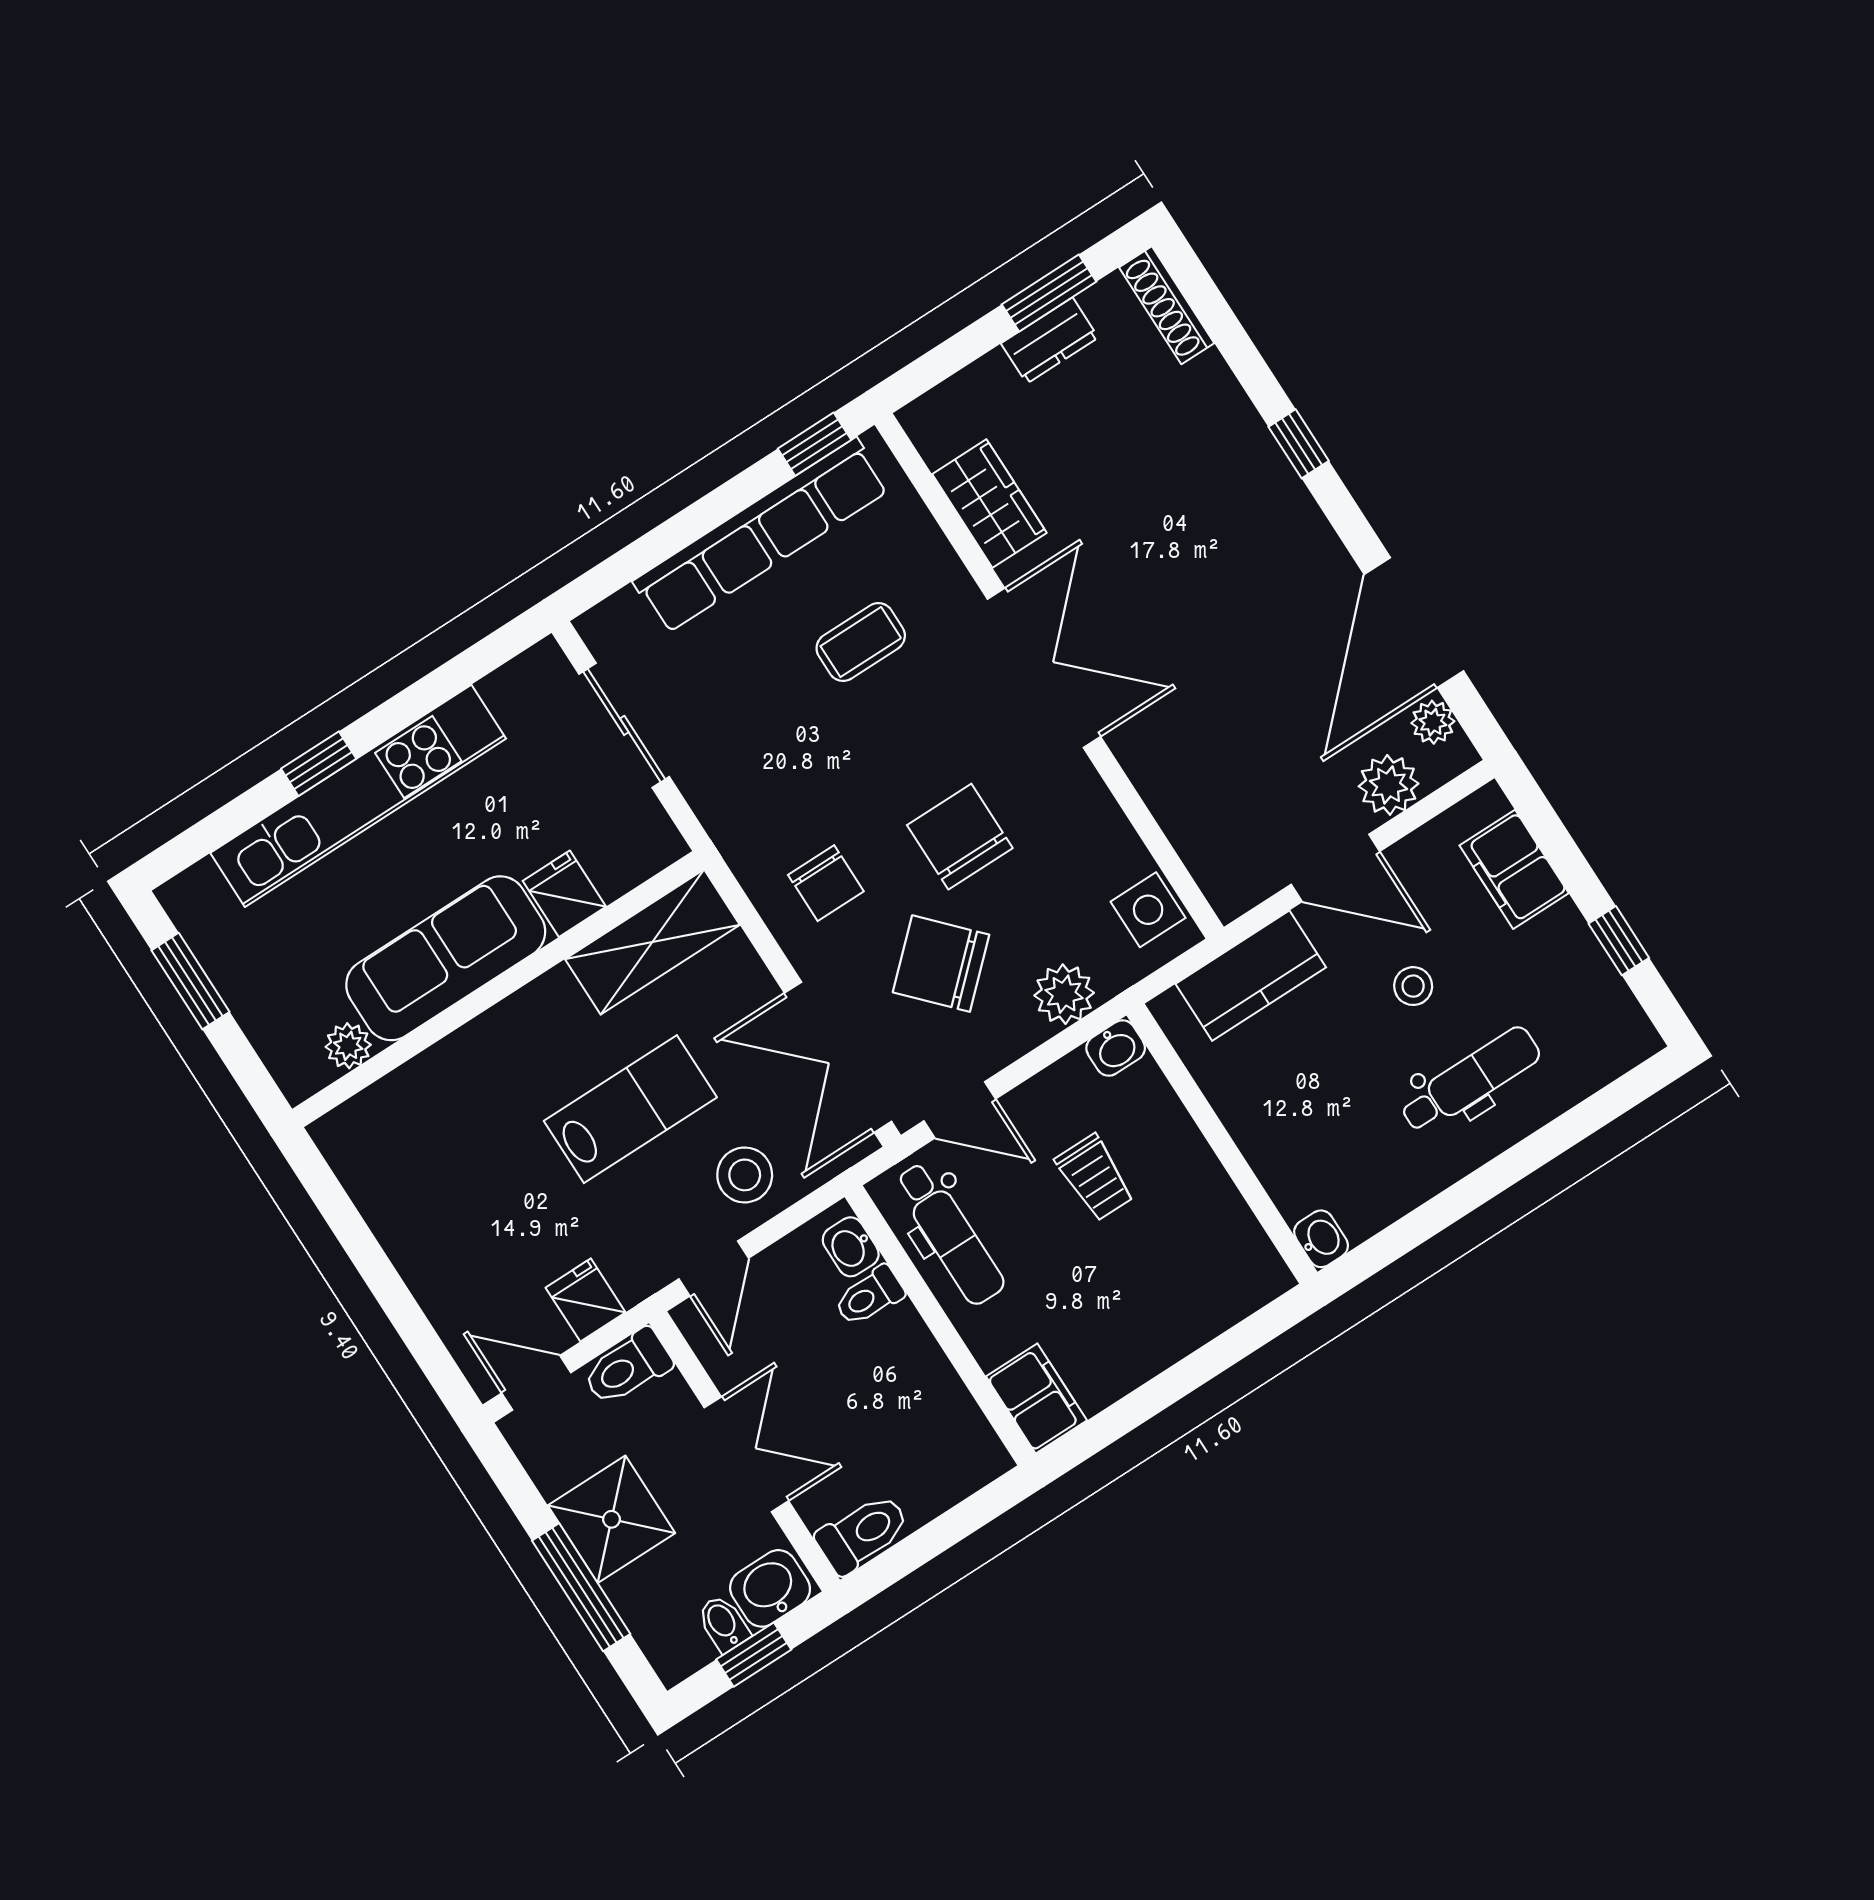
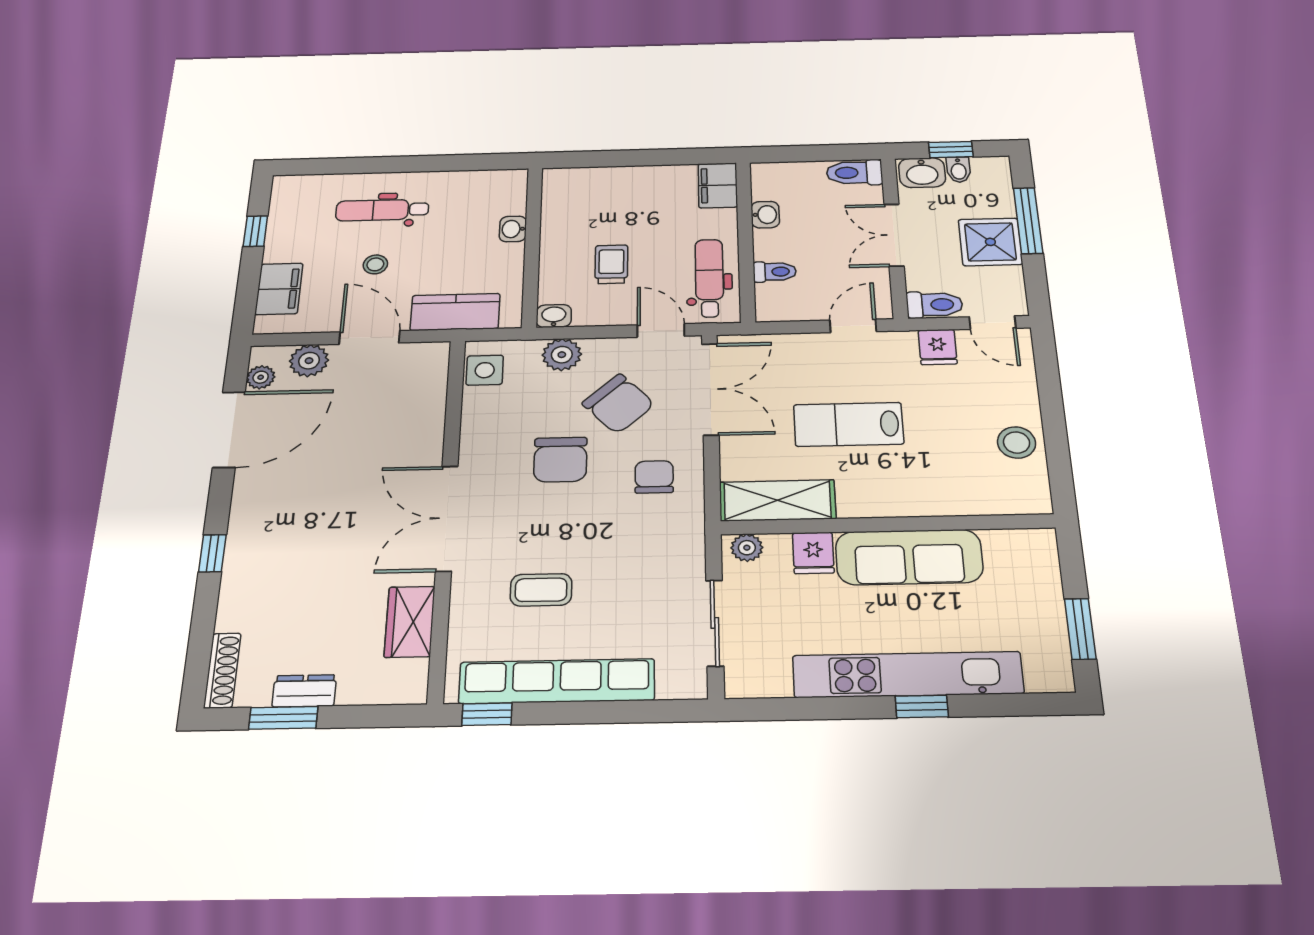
plant: (348, 1046) -> (747, 548), moved
stool: (745, 1175) -> (1017, 443), moved
washbasin: (1321, 1239) -> (513, 229), moved
washbasin: (851, 1247) -> (765, 215), moved

